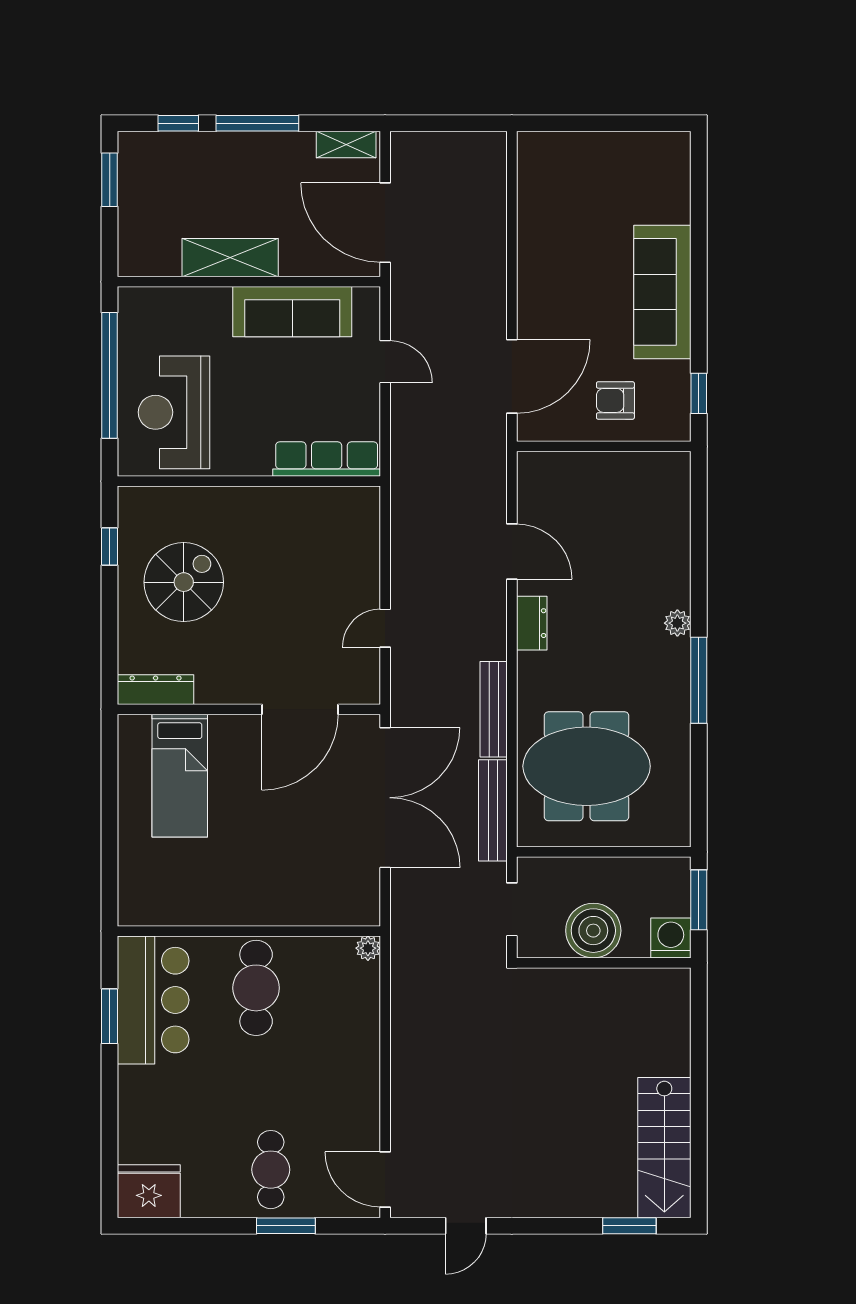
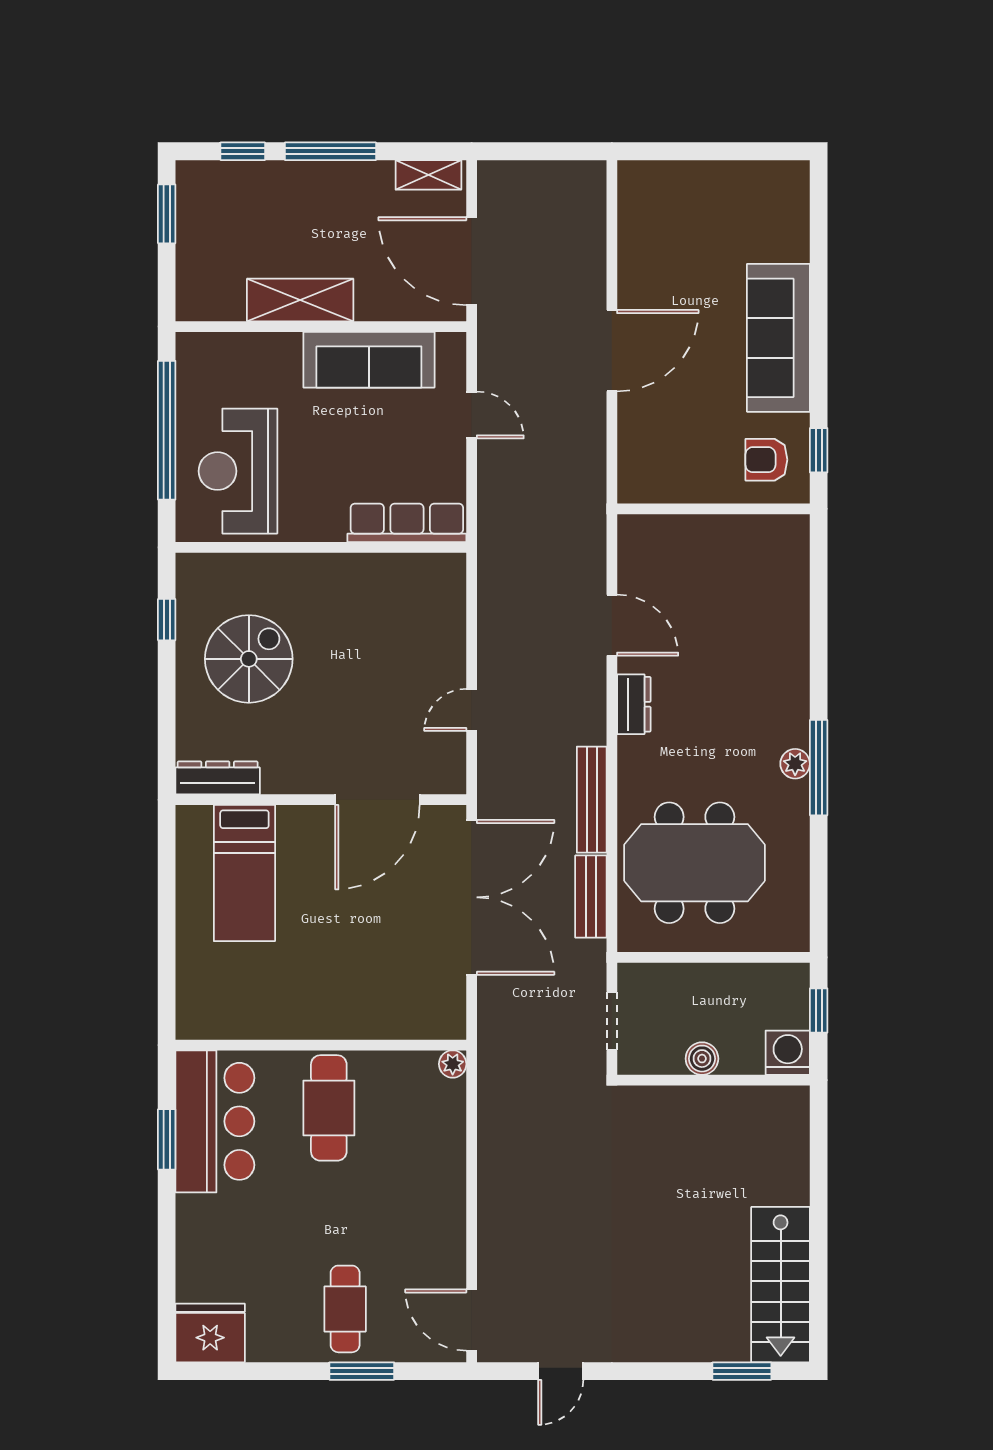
door: (512, 376) -> (612, 351), moved
armchair: (615, 400) -> (766, 460), moved
plant: (677, 623) -> (795, 764), moved
bench: (493, 810) -> (591, 897), width x0.73
window: (699, 900) -> (819, 1011), width x0.67
boiler: (593, 931) -> (702, 1059), width x0.54, depth x0.54

